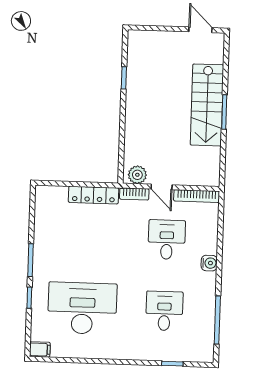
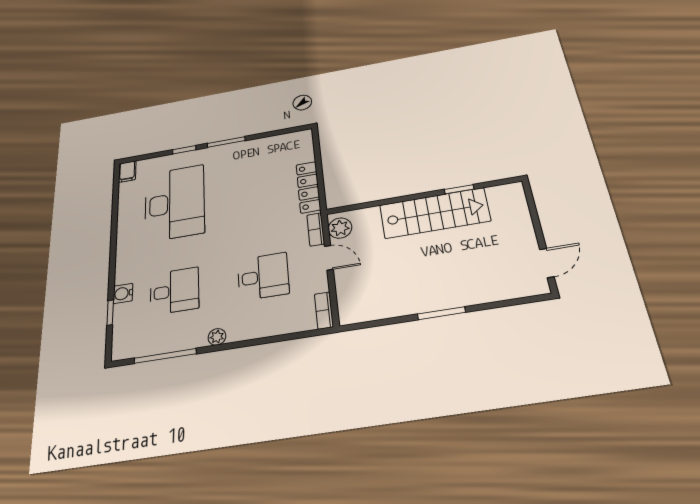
stairs: (207, 105) -> (435, 213), moved, turned 180
door: (162, 187) -> (329, 258), swing flipped
bookcase: (197, 196) -> (324, 310), width x0.64
water cooler: (209, 263) -> (123, 293), moved, turned 90
plant: (210, 279) -> (217, 337), added

